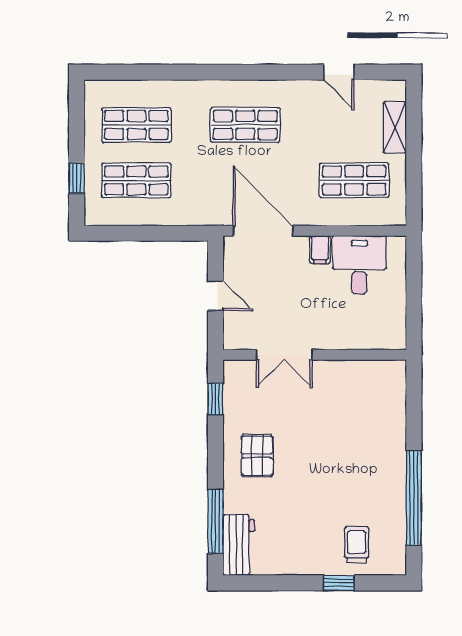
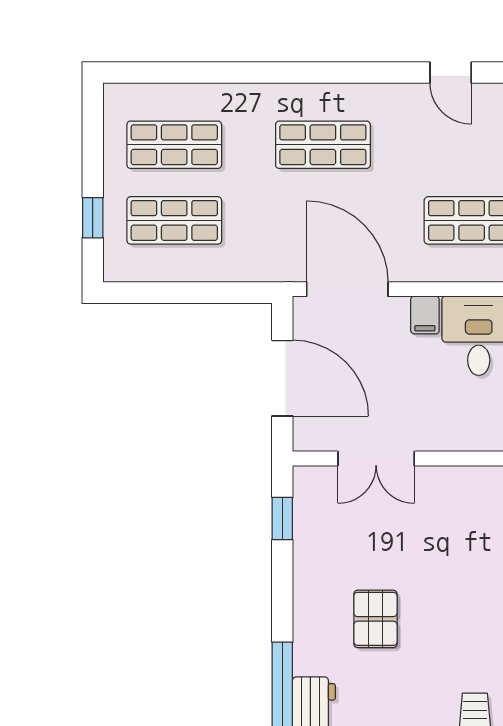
door: (215, 296) -> (282, 378), width x1.88
pallet: (257, 456) -> (375, 619), moved

